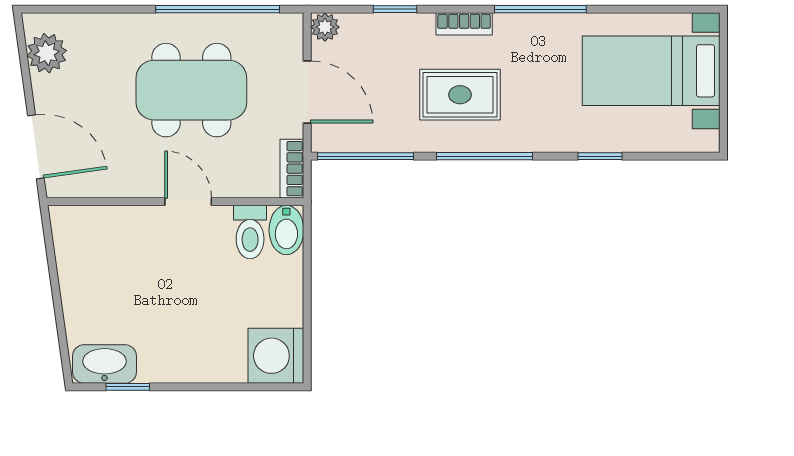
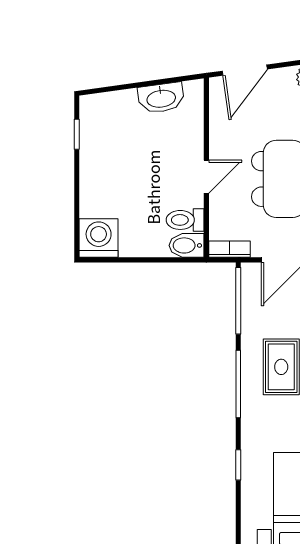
washbasin: (104, 364) -> (161, 98), moved, turned 82

